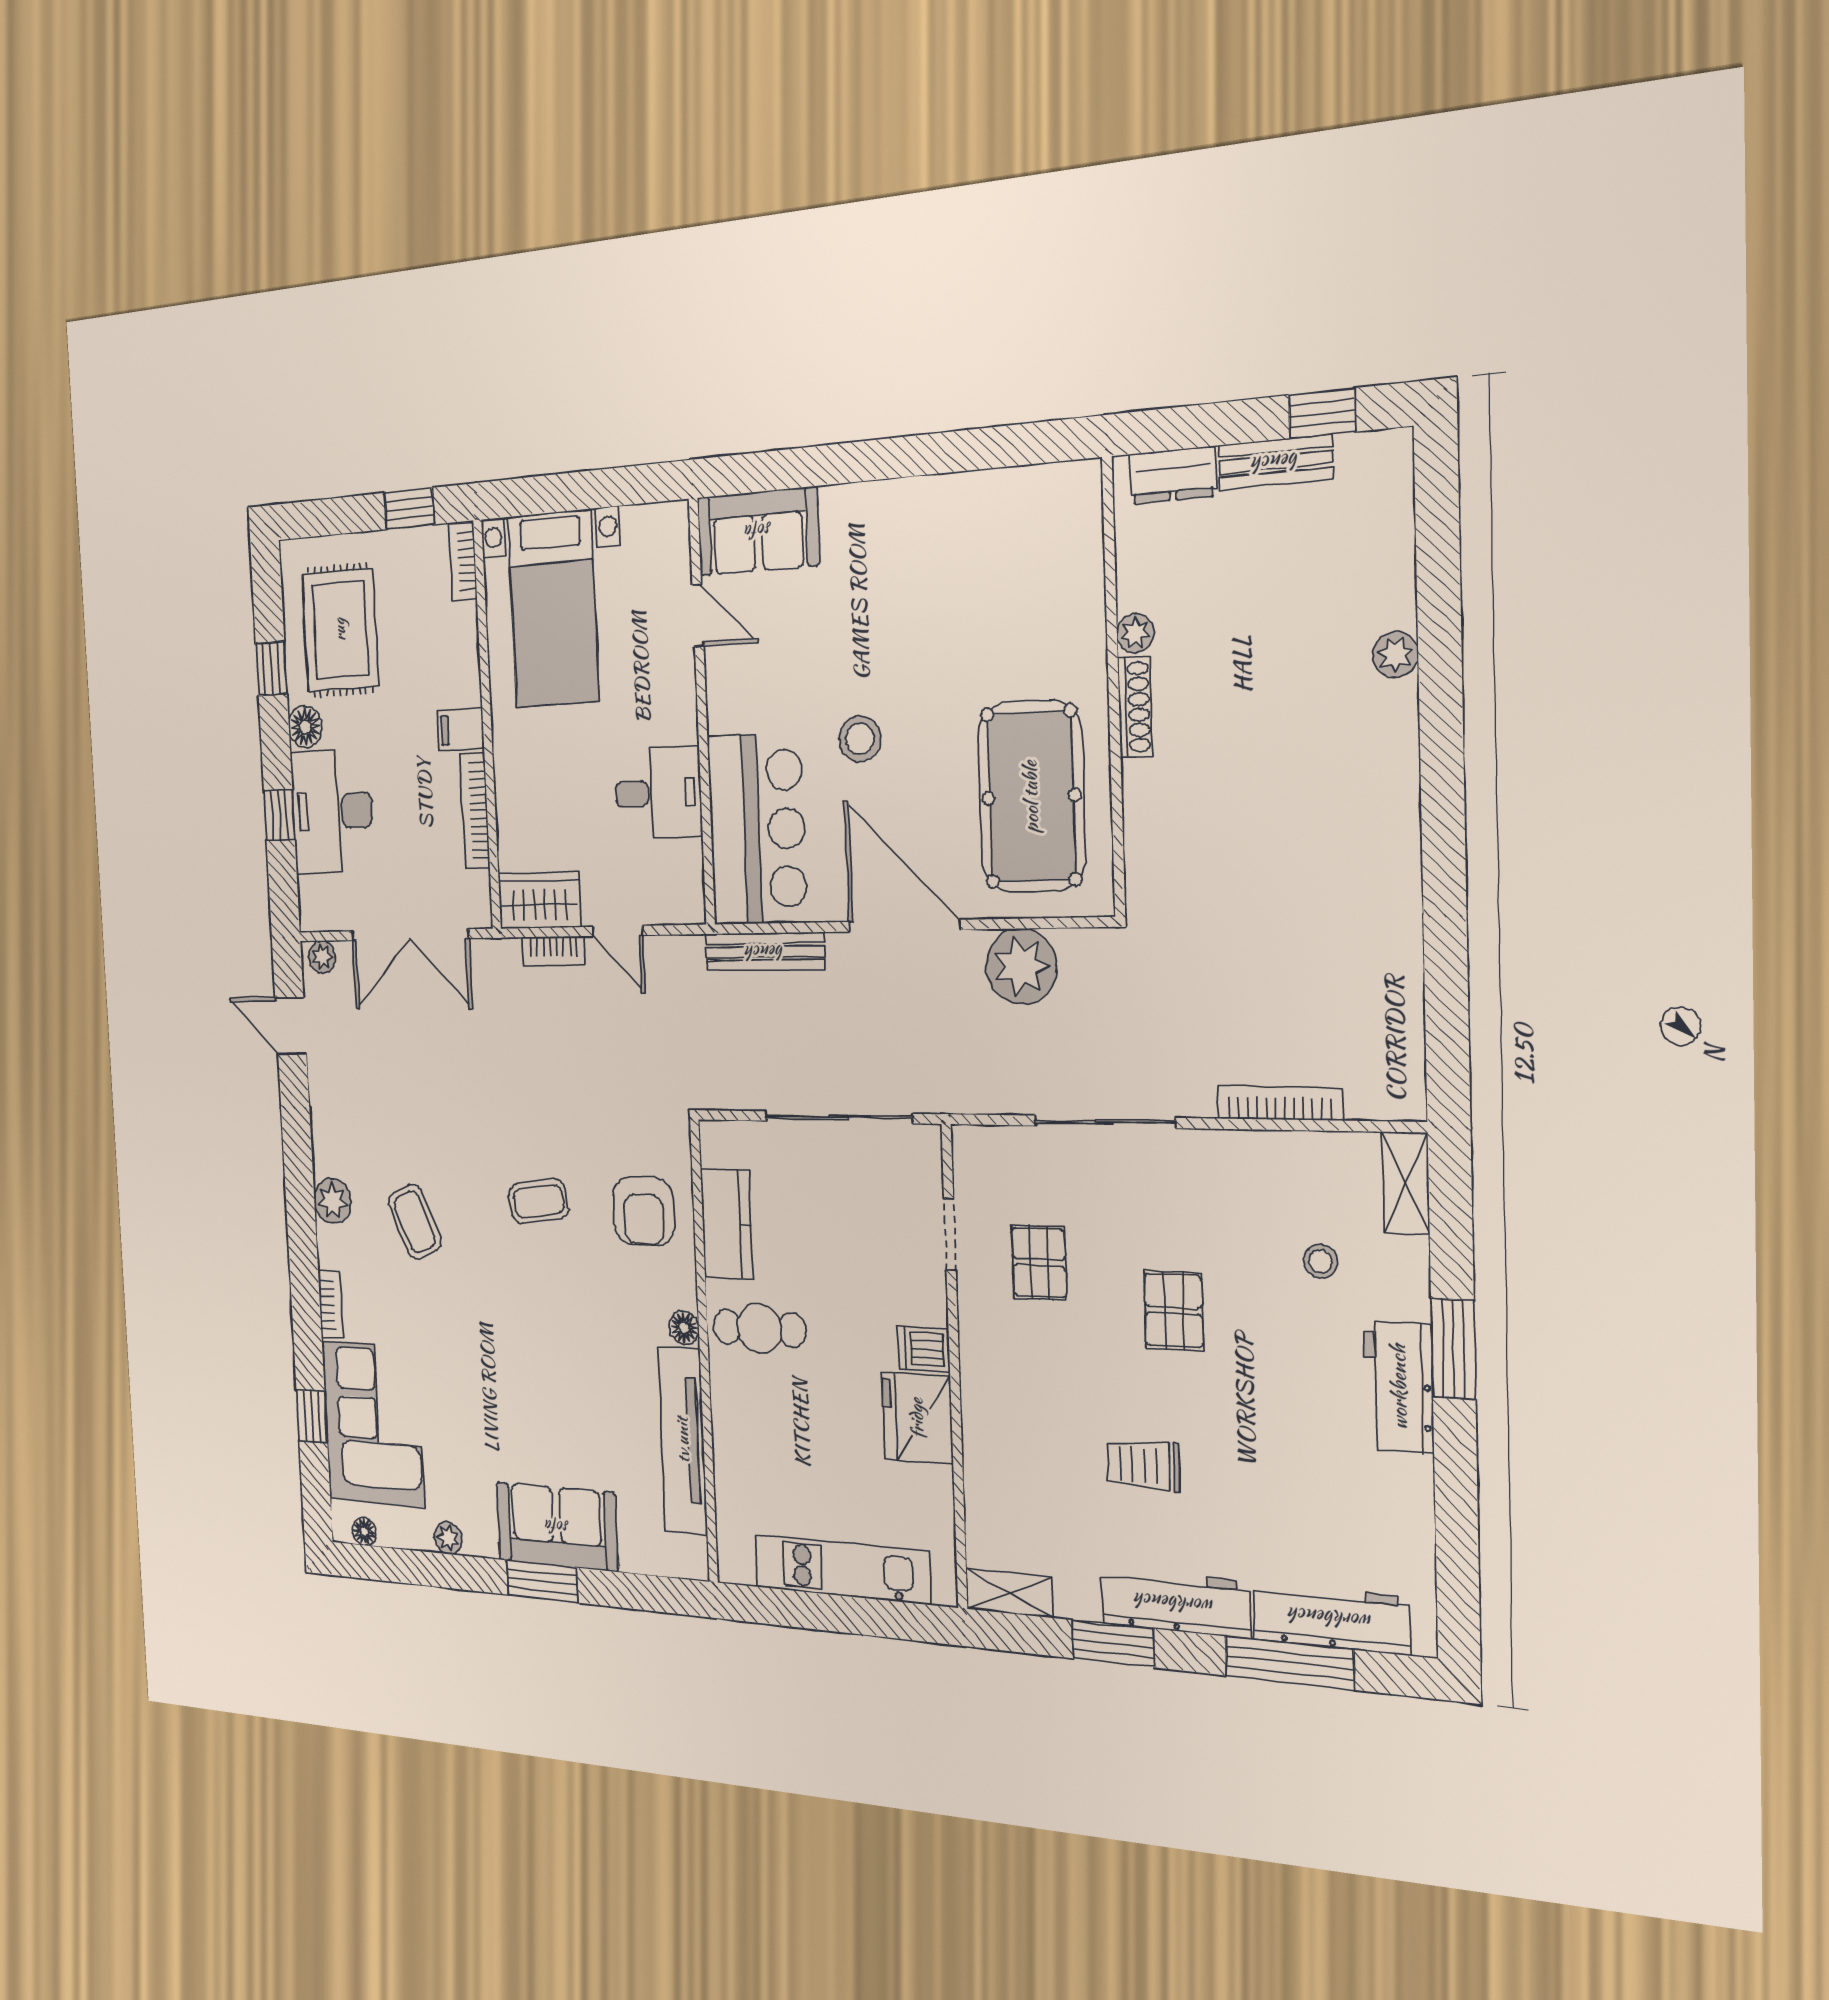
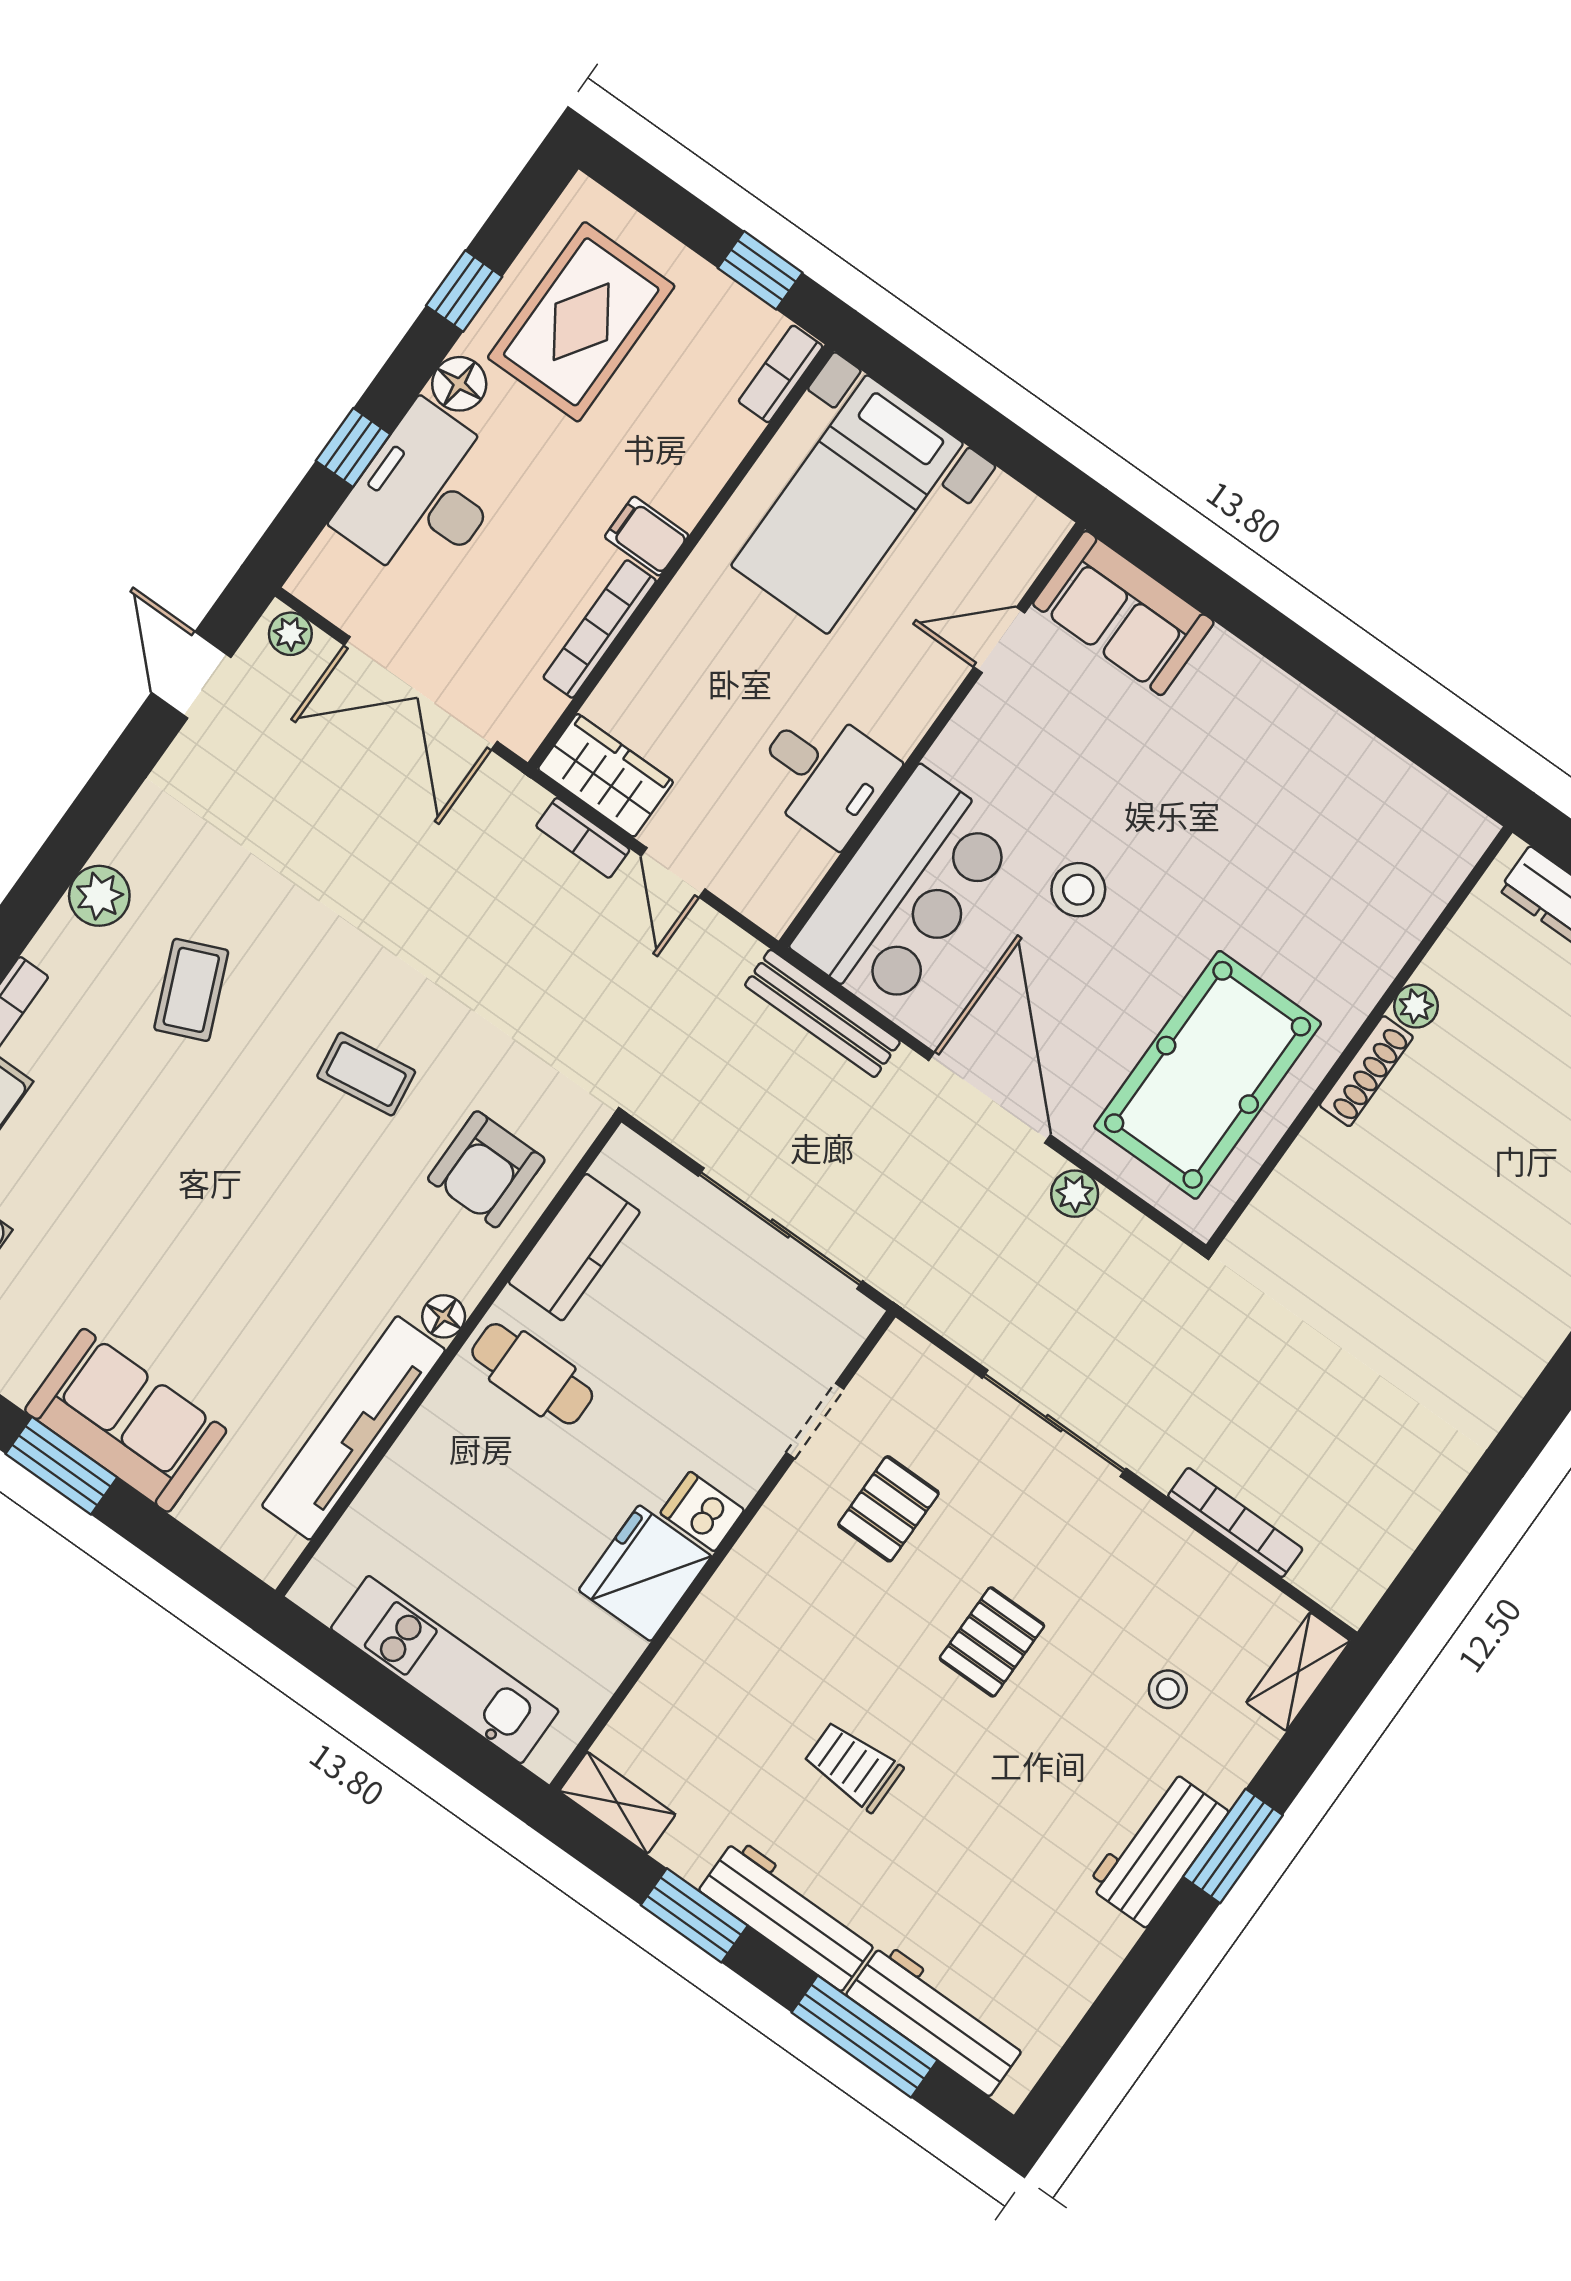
door: (698, 616) -> (999, 640), swing flipped
plant: (1021, 966) -> (1075, 1194), width x0.53, depth x0.53

